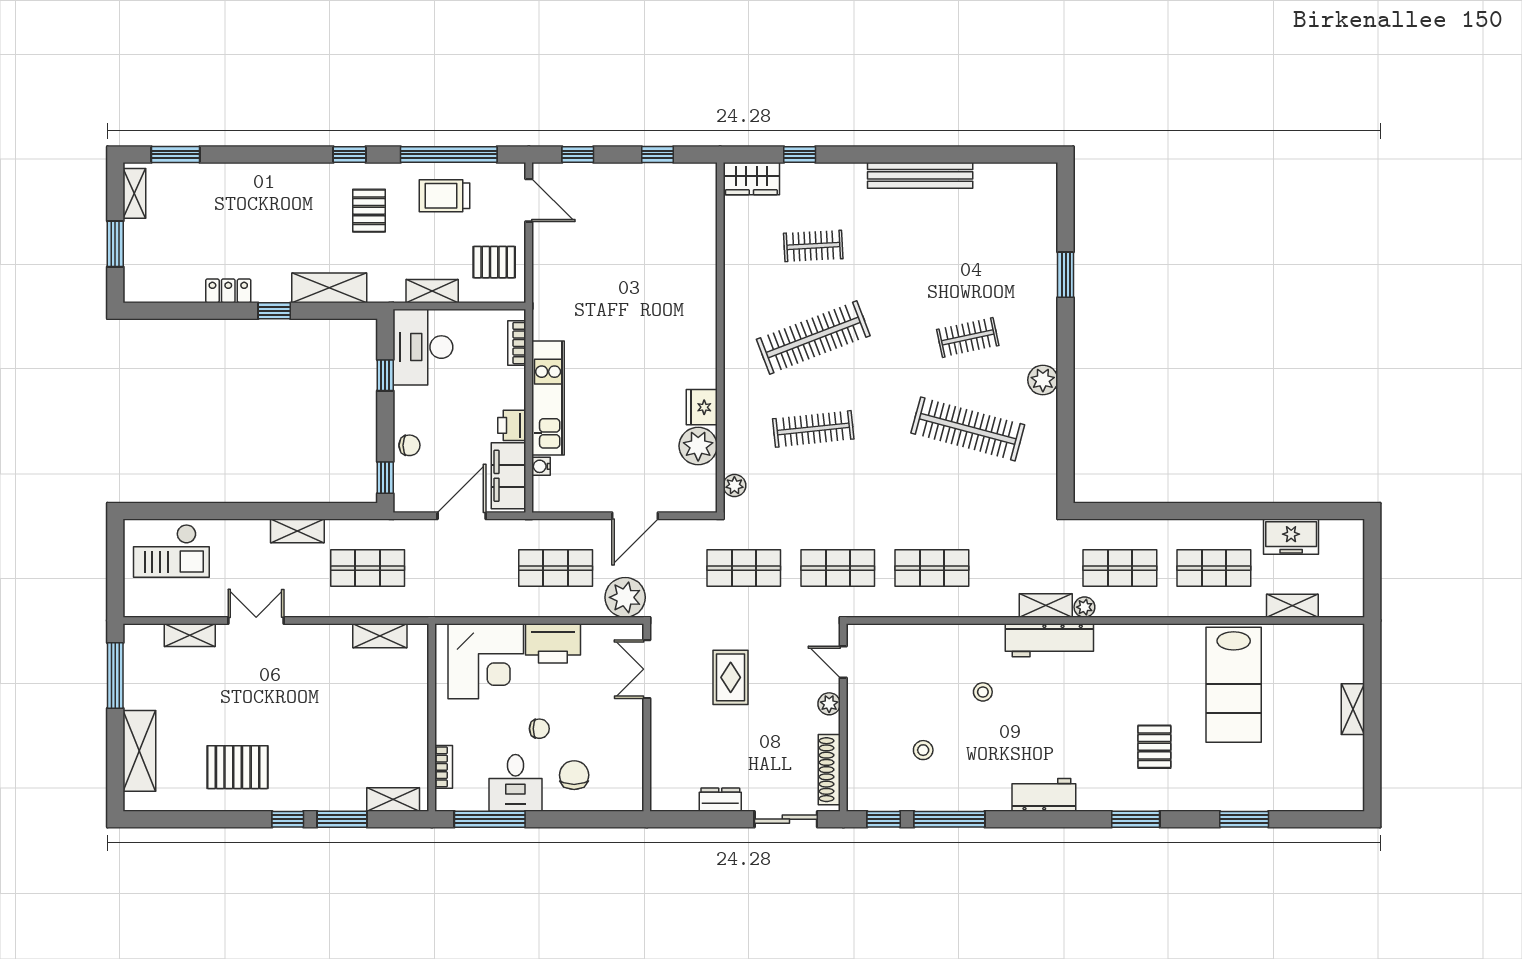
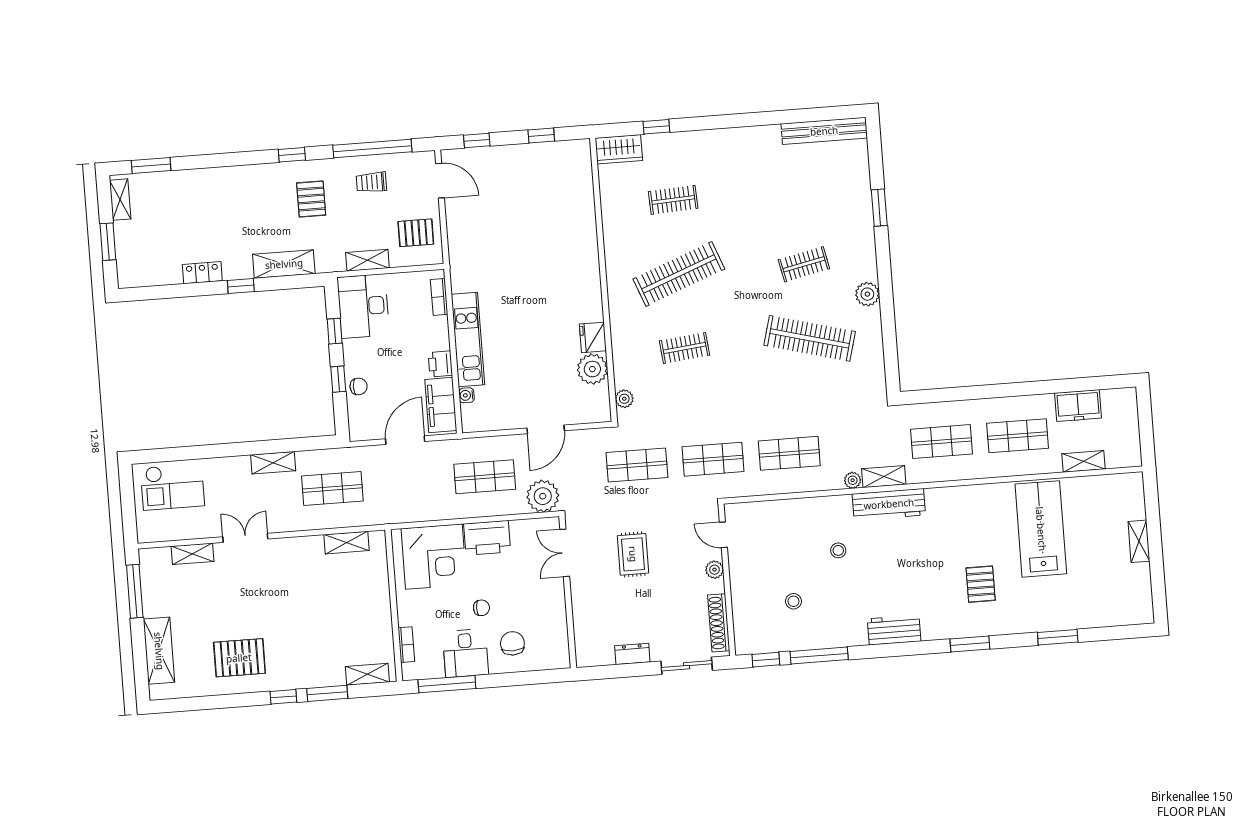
bench: (920, 175) -> (824, 131), moved
trolley: (445, 196) -> (371, 182), width x0.73, depth x0.72
clothes rail: (813, 429) -> (685, 348), width x0.73
window: (385, 478) -> (338, 379), moved
plant: (1084, 607) -> (853, 480), moved
lab bench: (1234, 685) -> (1041, 529), turned 180

